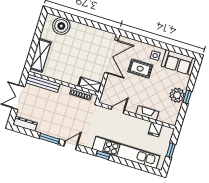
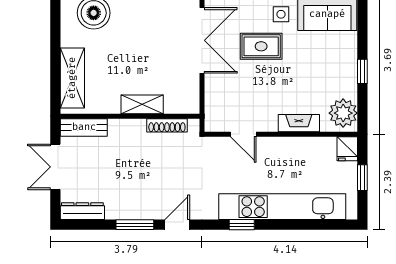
bench: (43, 83) -> (84, 127), width x0.73
shelving: (90, 85) -> (142, 104), moved
plant: (177, 95) -> (343, 113), moved
door: (118, 110) -> (243, 134), swing flipped
fridge: (155, 129) -> (347, 149), moved

